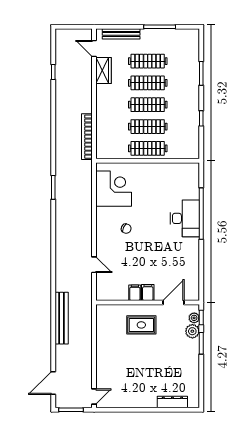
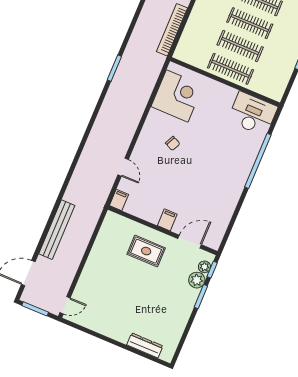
desk: (185, 218) -> (252, 114), moved, turned -90
filing cabinet: (135, 293) -> (119, 200), moved
bench: (62, 318) -> (57, 230), moved

